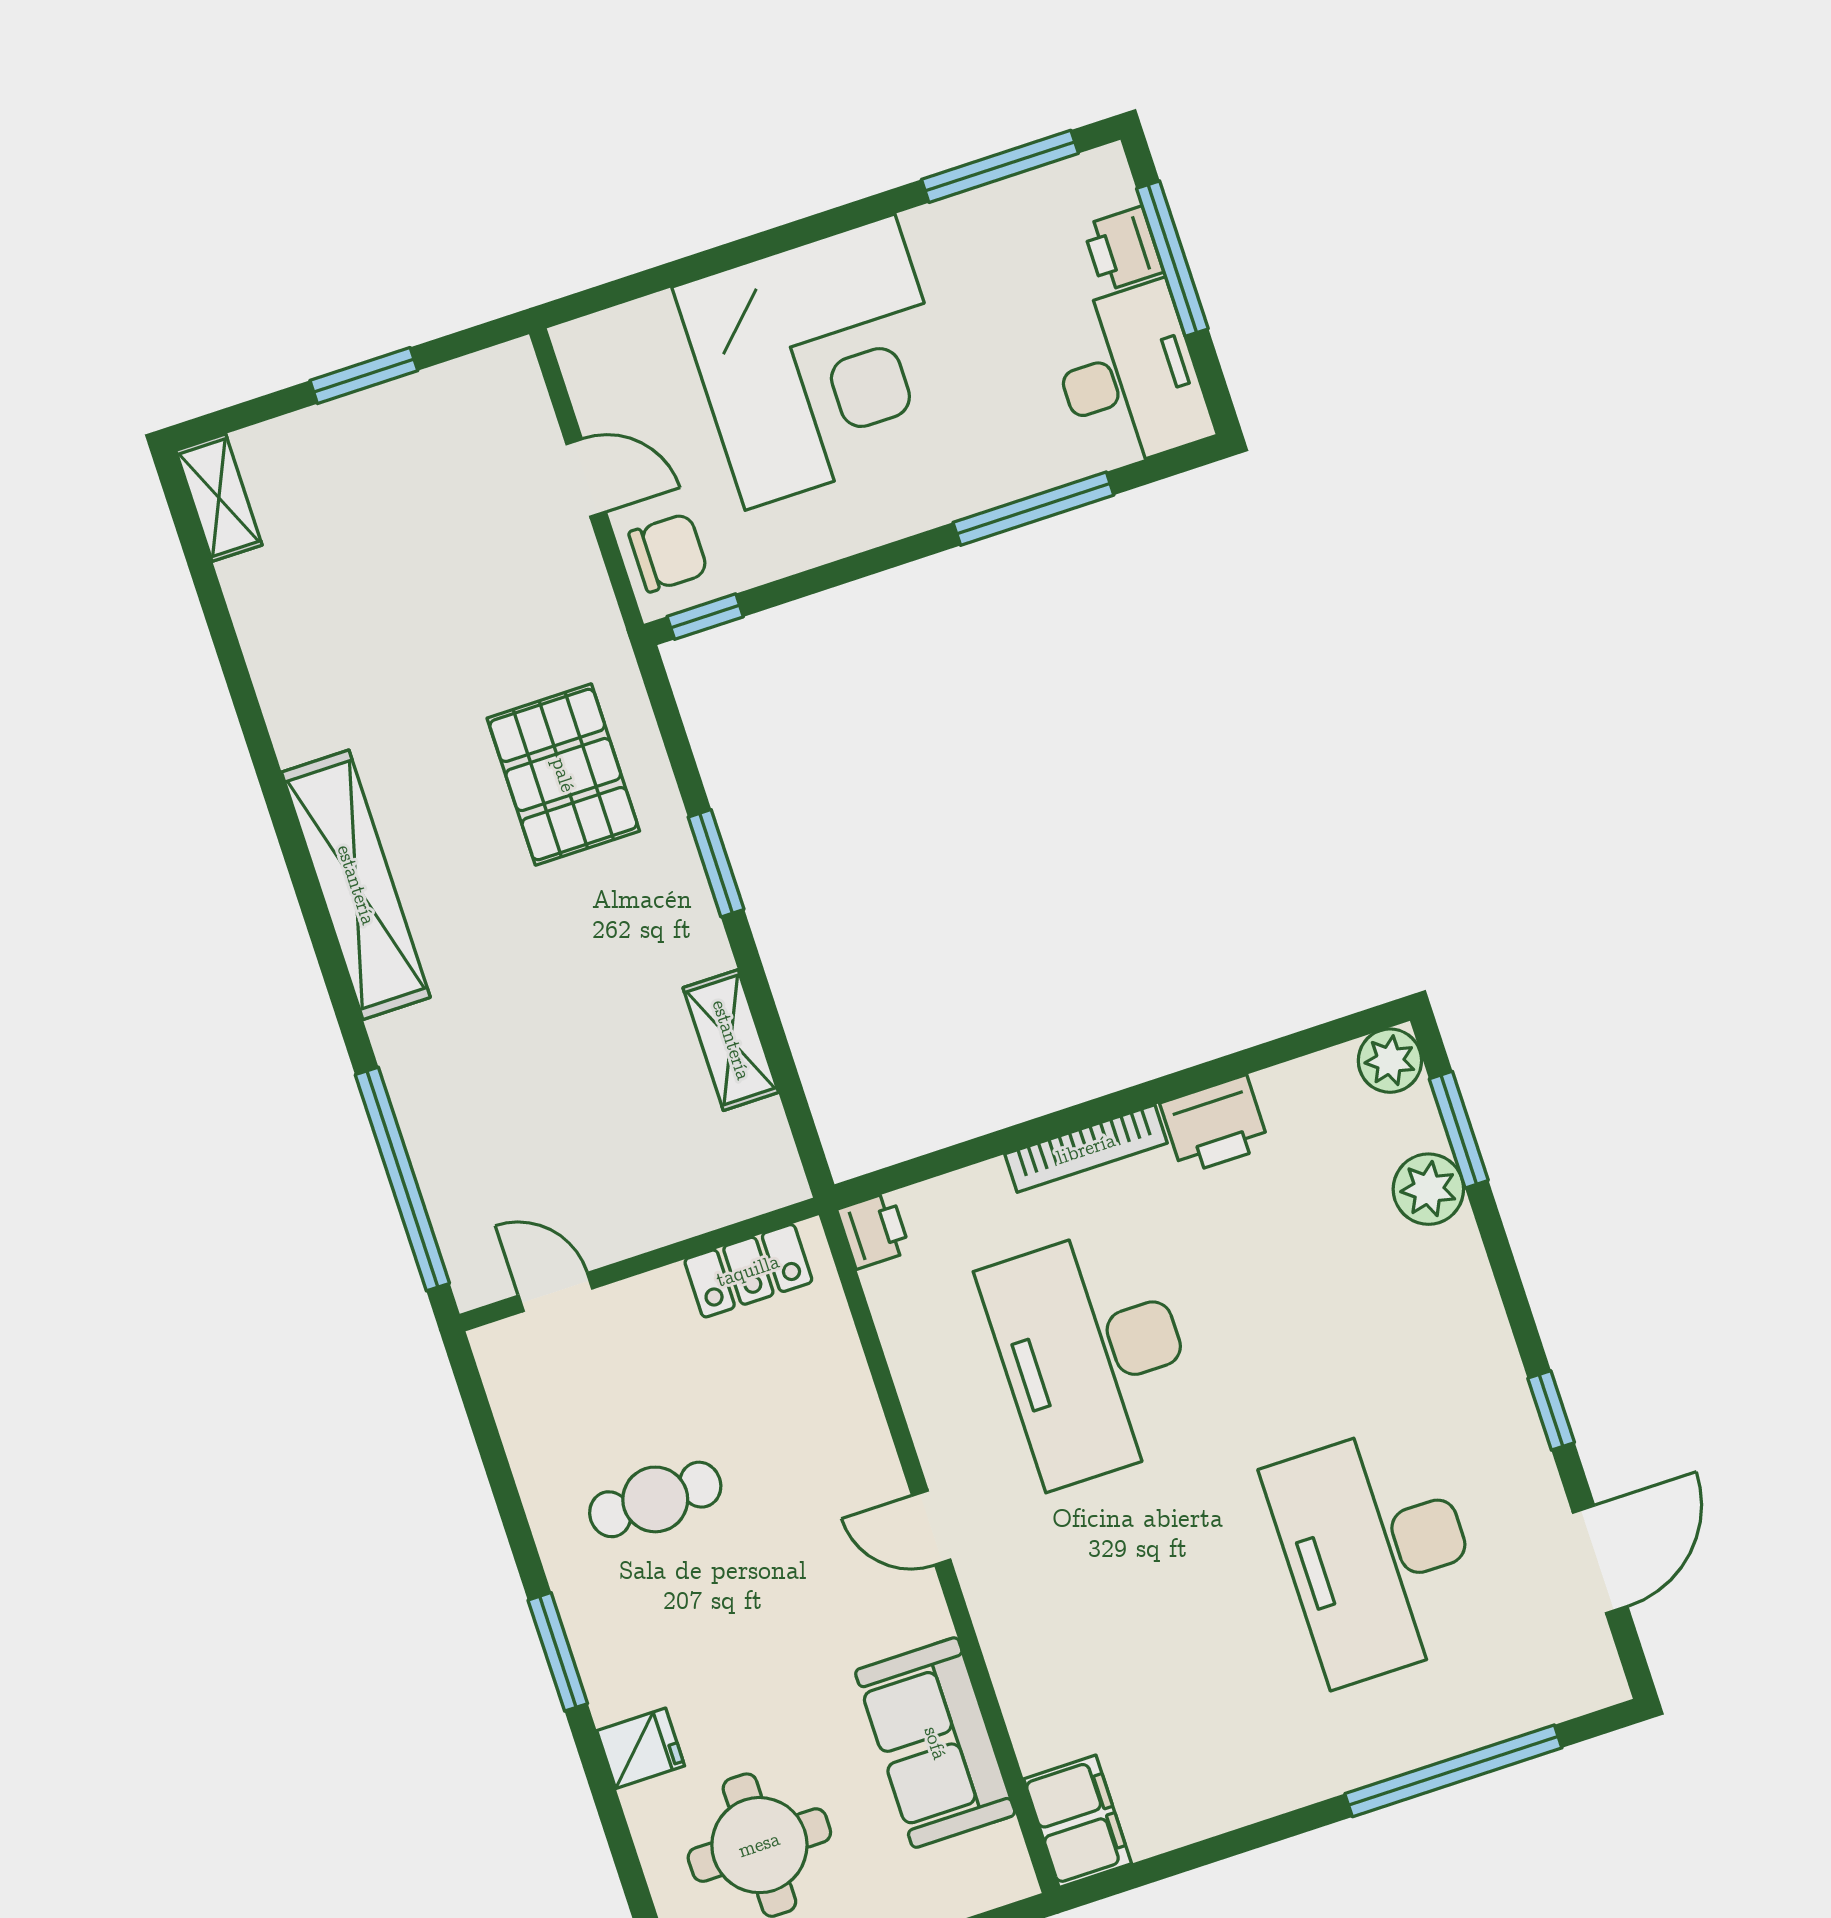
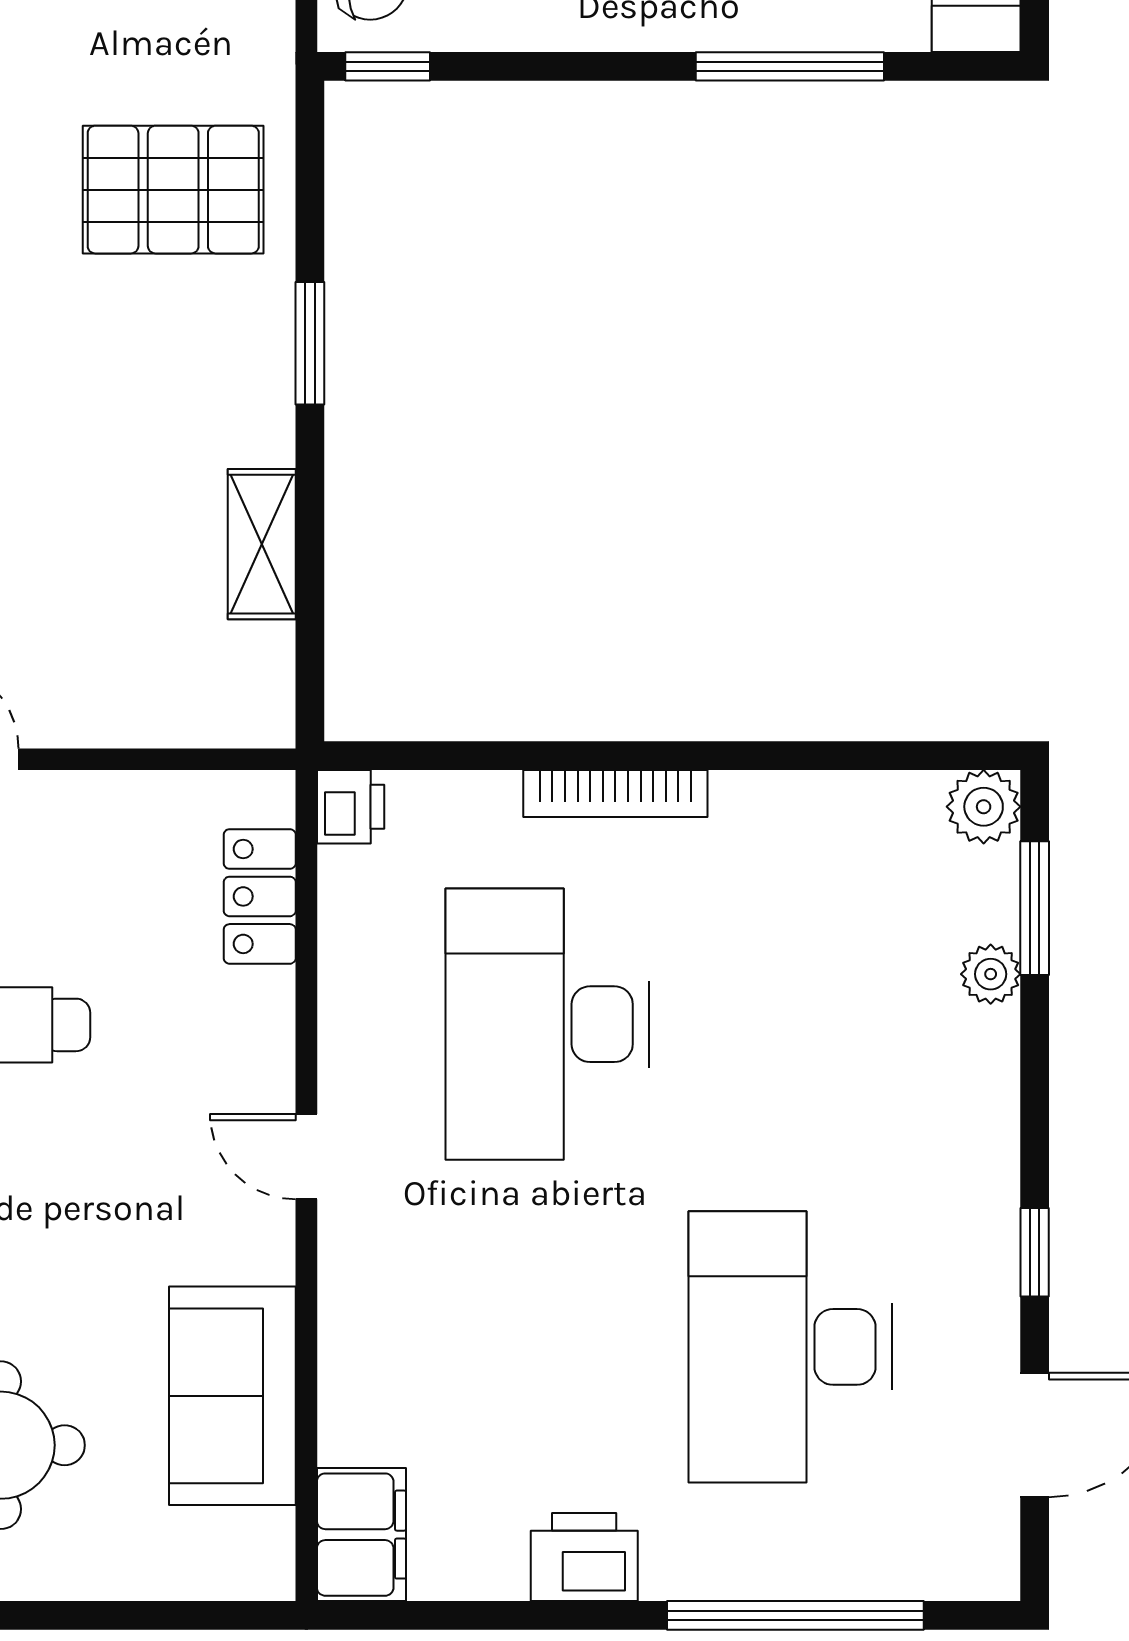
pallet: (563, 775) -> (173, 190), turned 90
printer: (1215, 1125) -> (584, 1557), moved, turned 180
plant: (1428, 1189) -> (991, 974), width x0.73, depth x0.73
locker: (748, 1271) -> (260, 896), moved, turned 90

